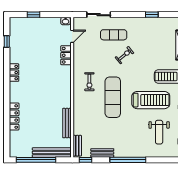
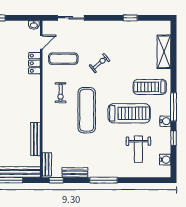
exercise mat: (114, 35) -> (63, 59), moved
window: (128, 160) -> (104, 180), width x0.68

